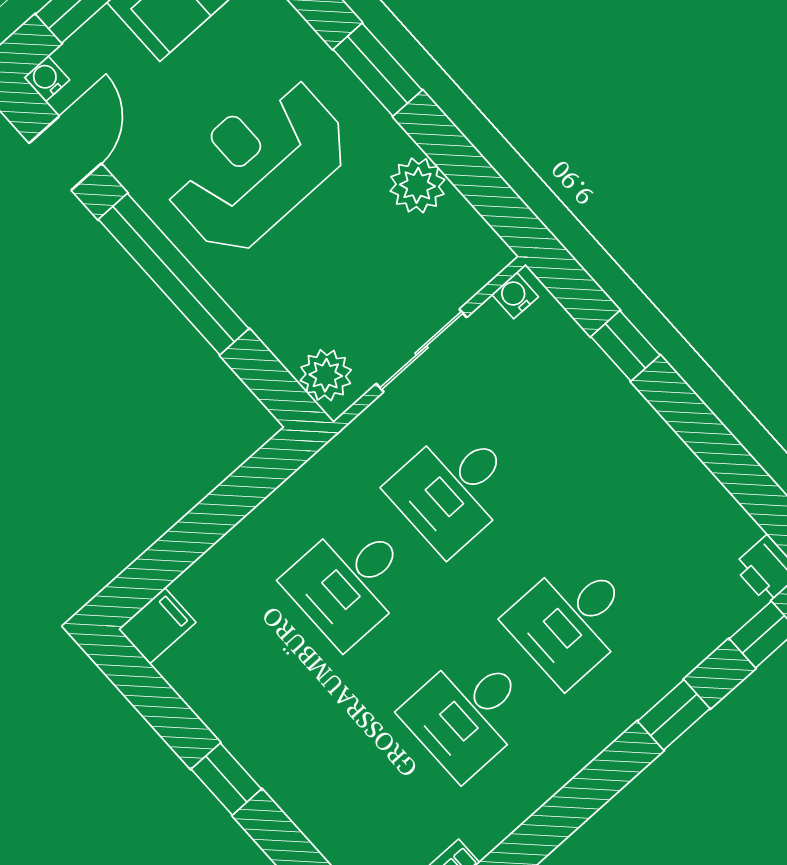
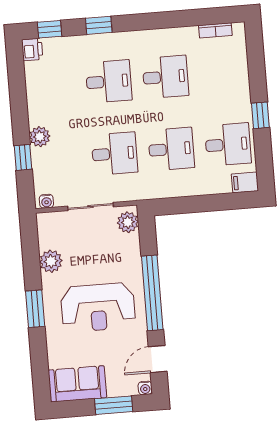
plant: (624, 411) -> (40, 137), added
desk: (246, 675) -> (228, 144), added

